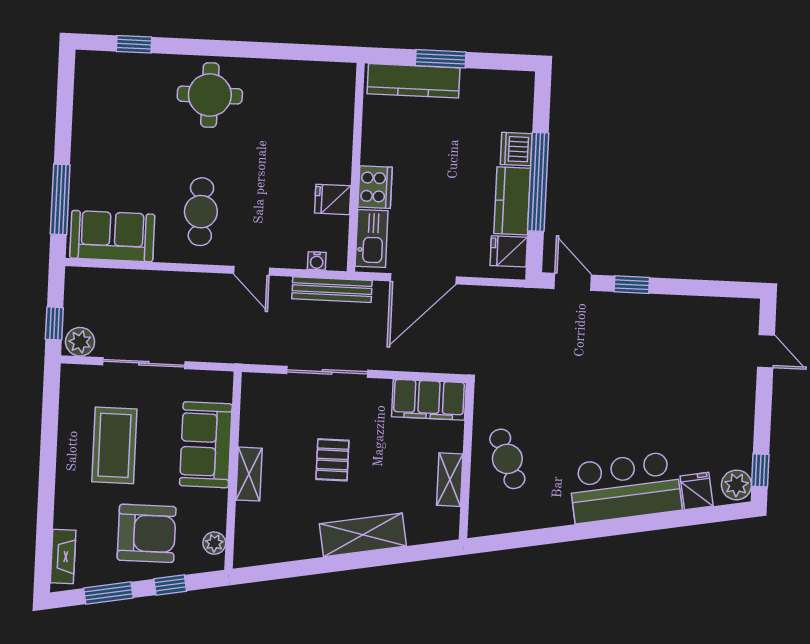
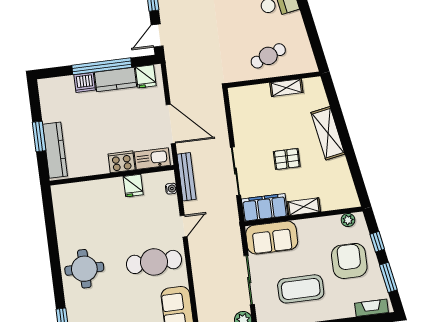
cafe table: (201, 212) -> (154, 262), width x1.37, depth x1.35
filing cabinet: (429, 400) -> (265, 207), moved, turned -90
sofa: (206, 445) -> (272, 238), moved

